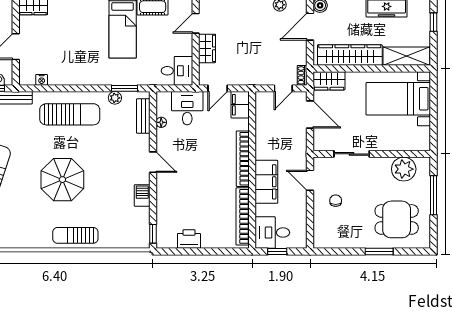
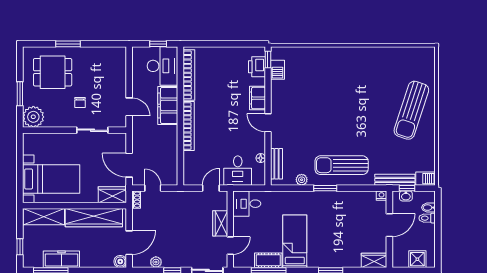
nightstand: (42, 80) -> (382, 196), moved
window: (125, 88) -> (325, 188), moved
door: (283, 88) -> (153, 188), hinge flipped
filing cabinet: (240, 105) -> (257, 98), moved, turned 180
plant: (404, 169) -> (33, 117), moved
parasol: (62, 180) -> (348, 107), removed
barbecue: (142, 195) -> (278, 70), moved
window: (434, 195) -> (20, 94), width x0.69
chair: (336, 201) -> (80, 103), moved
desk: (272, 233) -> (162, 66), width x1.37
sun lounger: (75, 235) -> (337, 58), removed
printer: (189, 239) -> (257, 67), moved, turned 90

